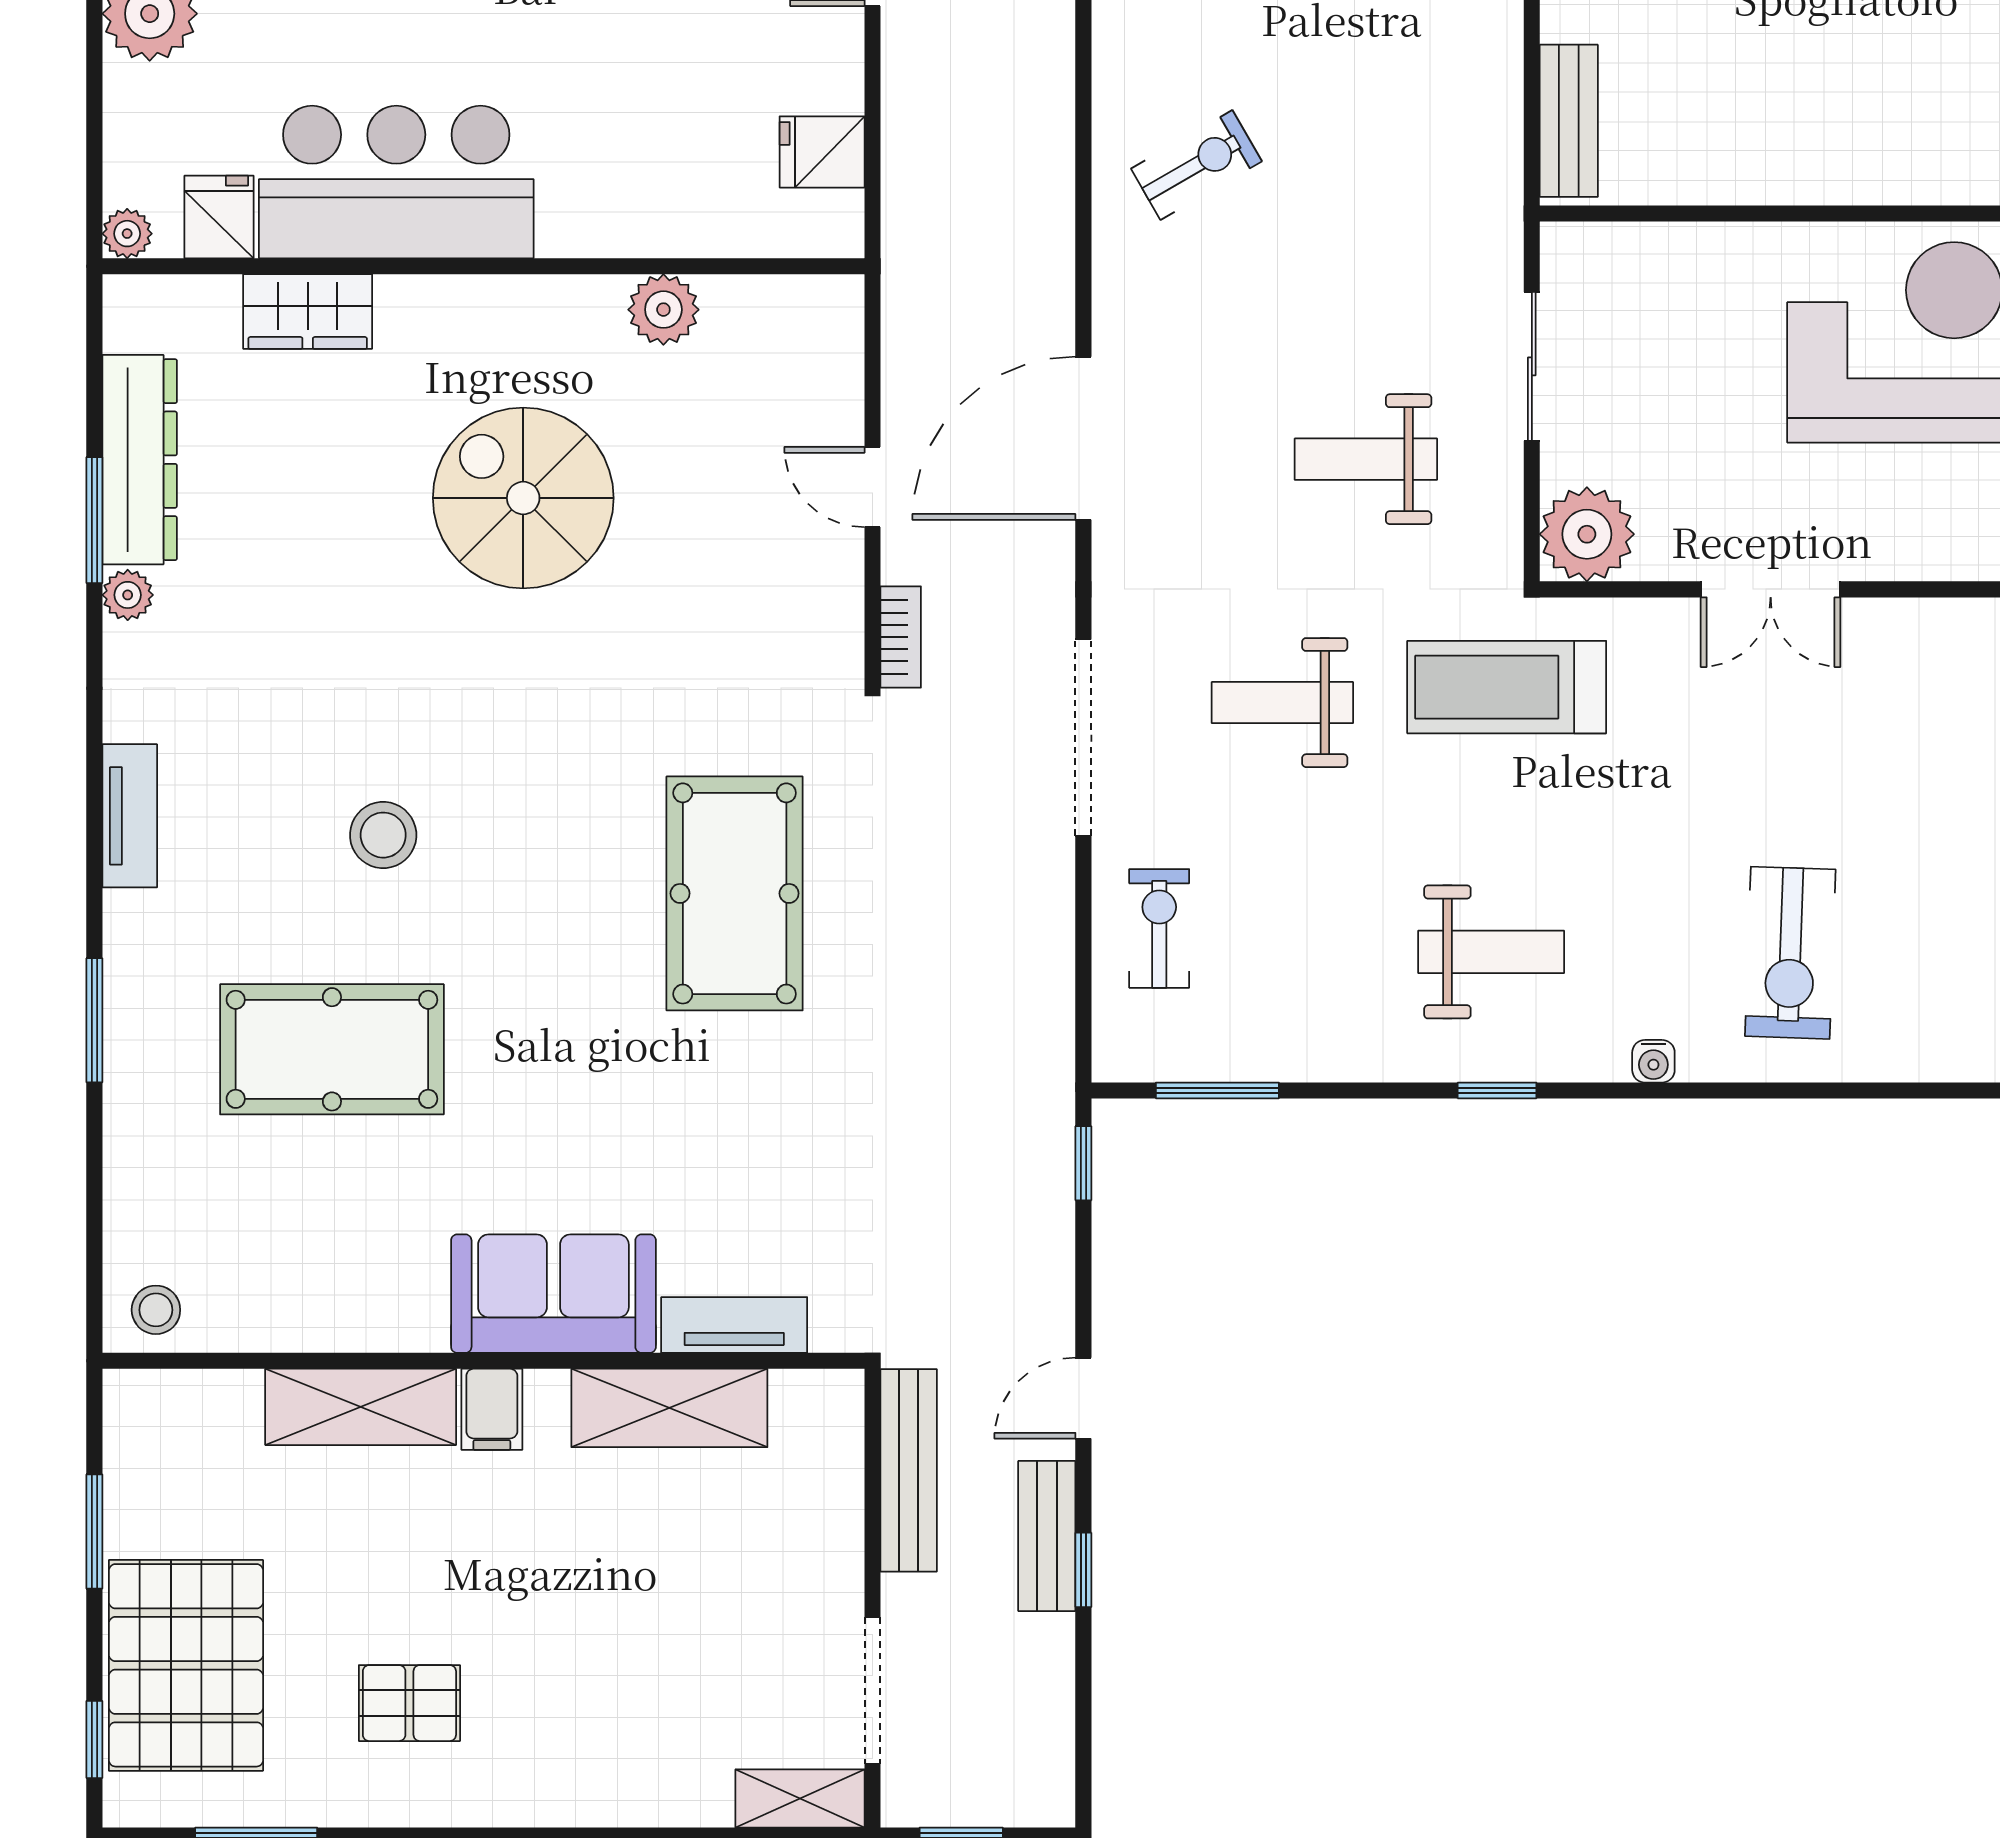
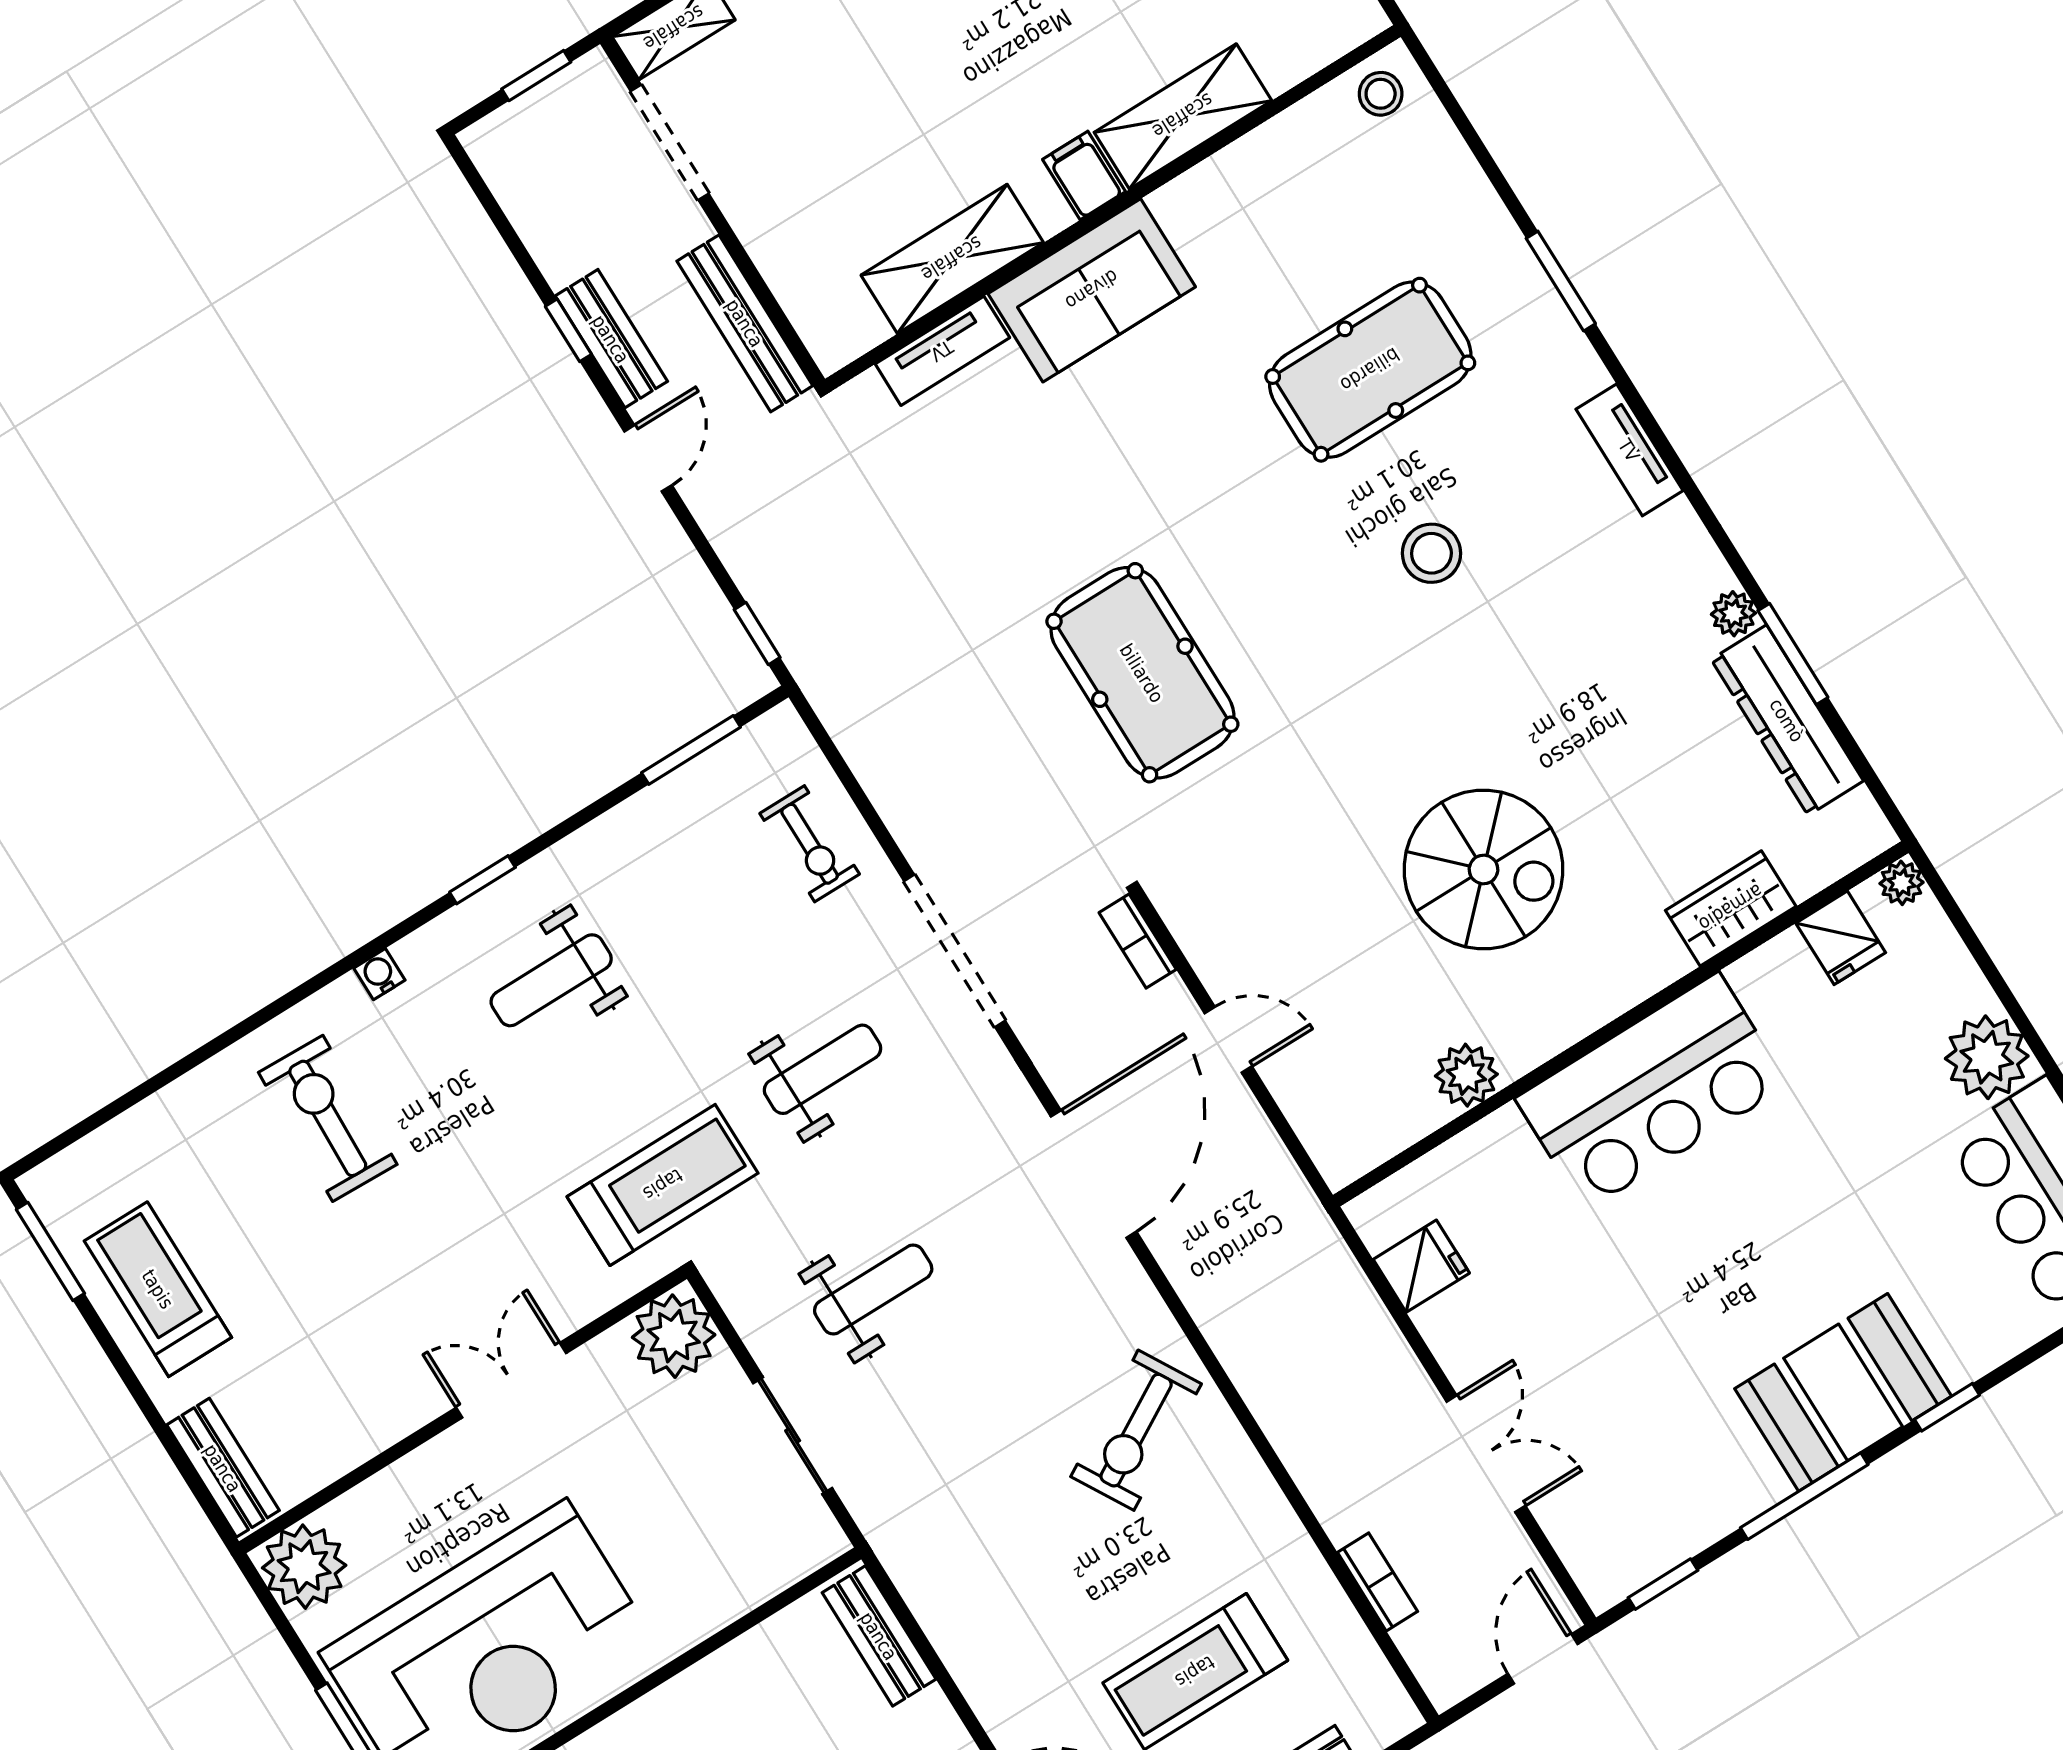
exercise bike: (1196, 165) -> (1136, 1430), width x1.38, depth x1.39
bar counter: (396, 182) -> (1652, 1092), moved

